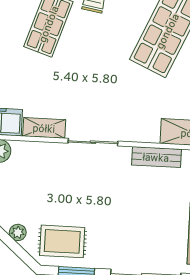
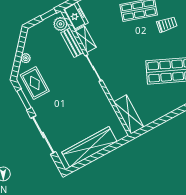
bench: (156, 157) -> (72, 43), moved

